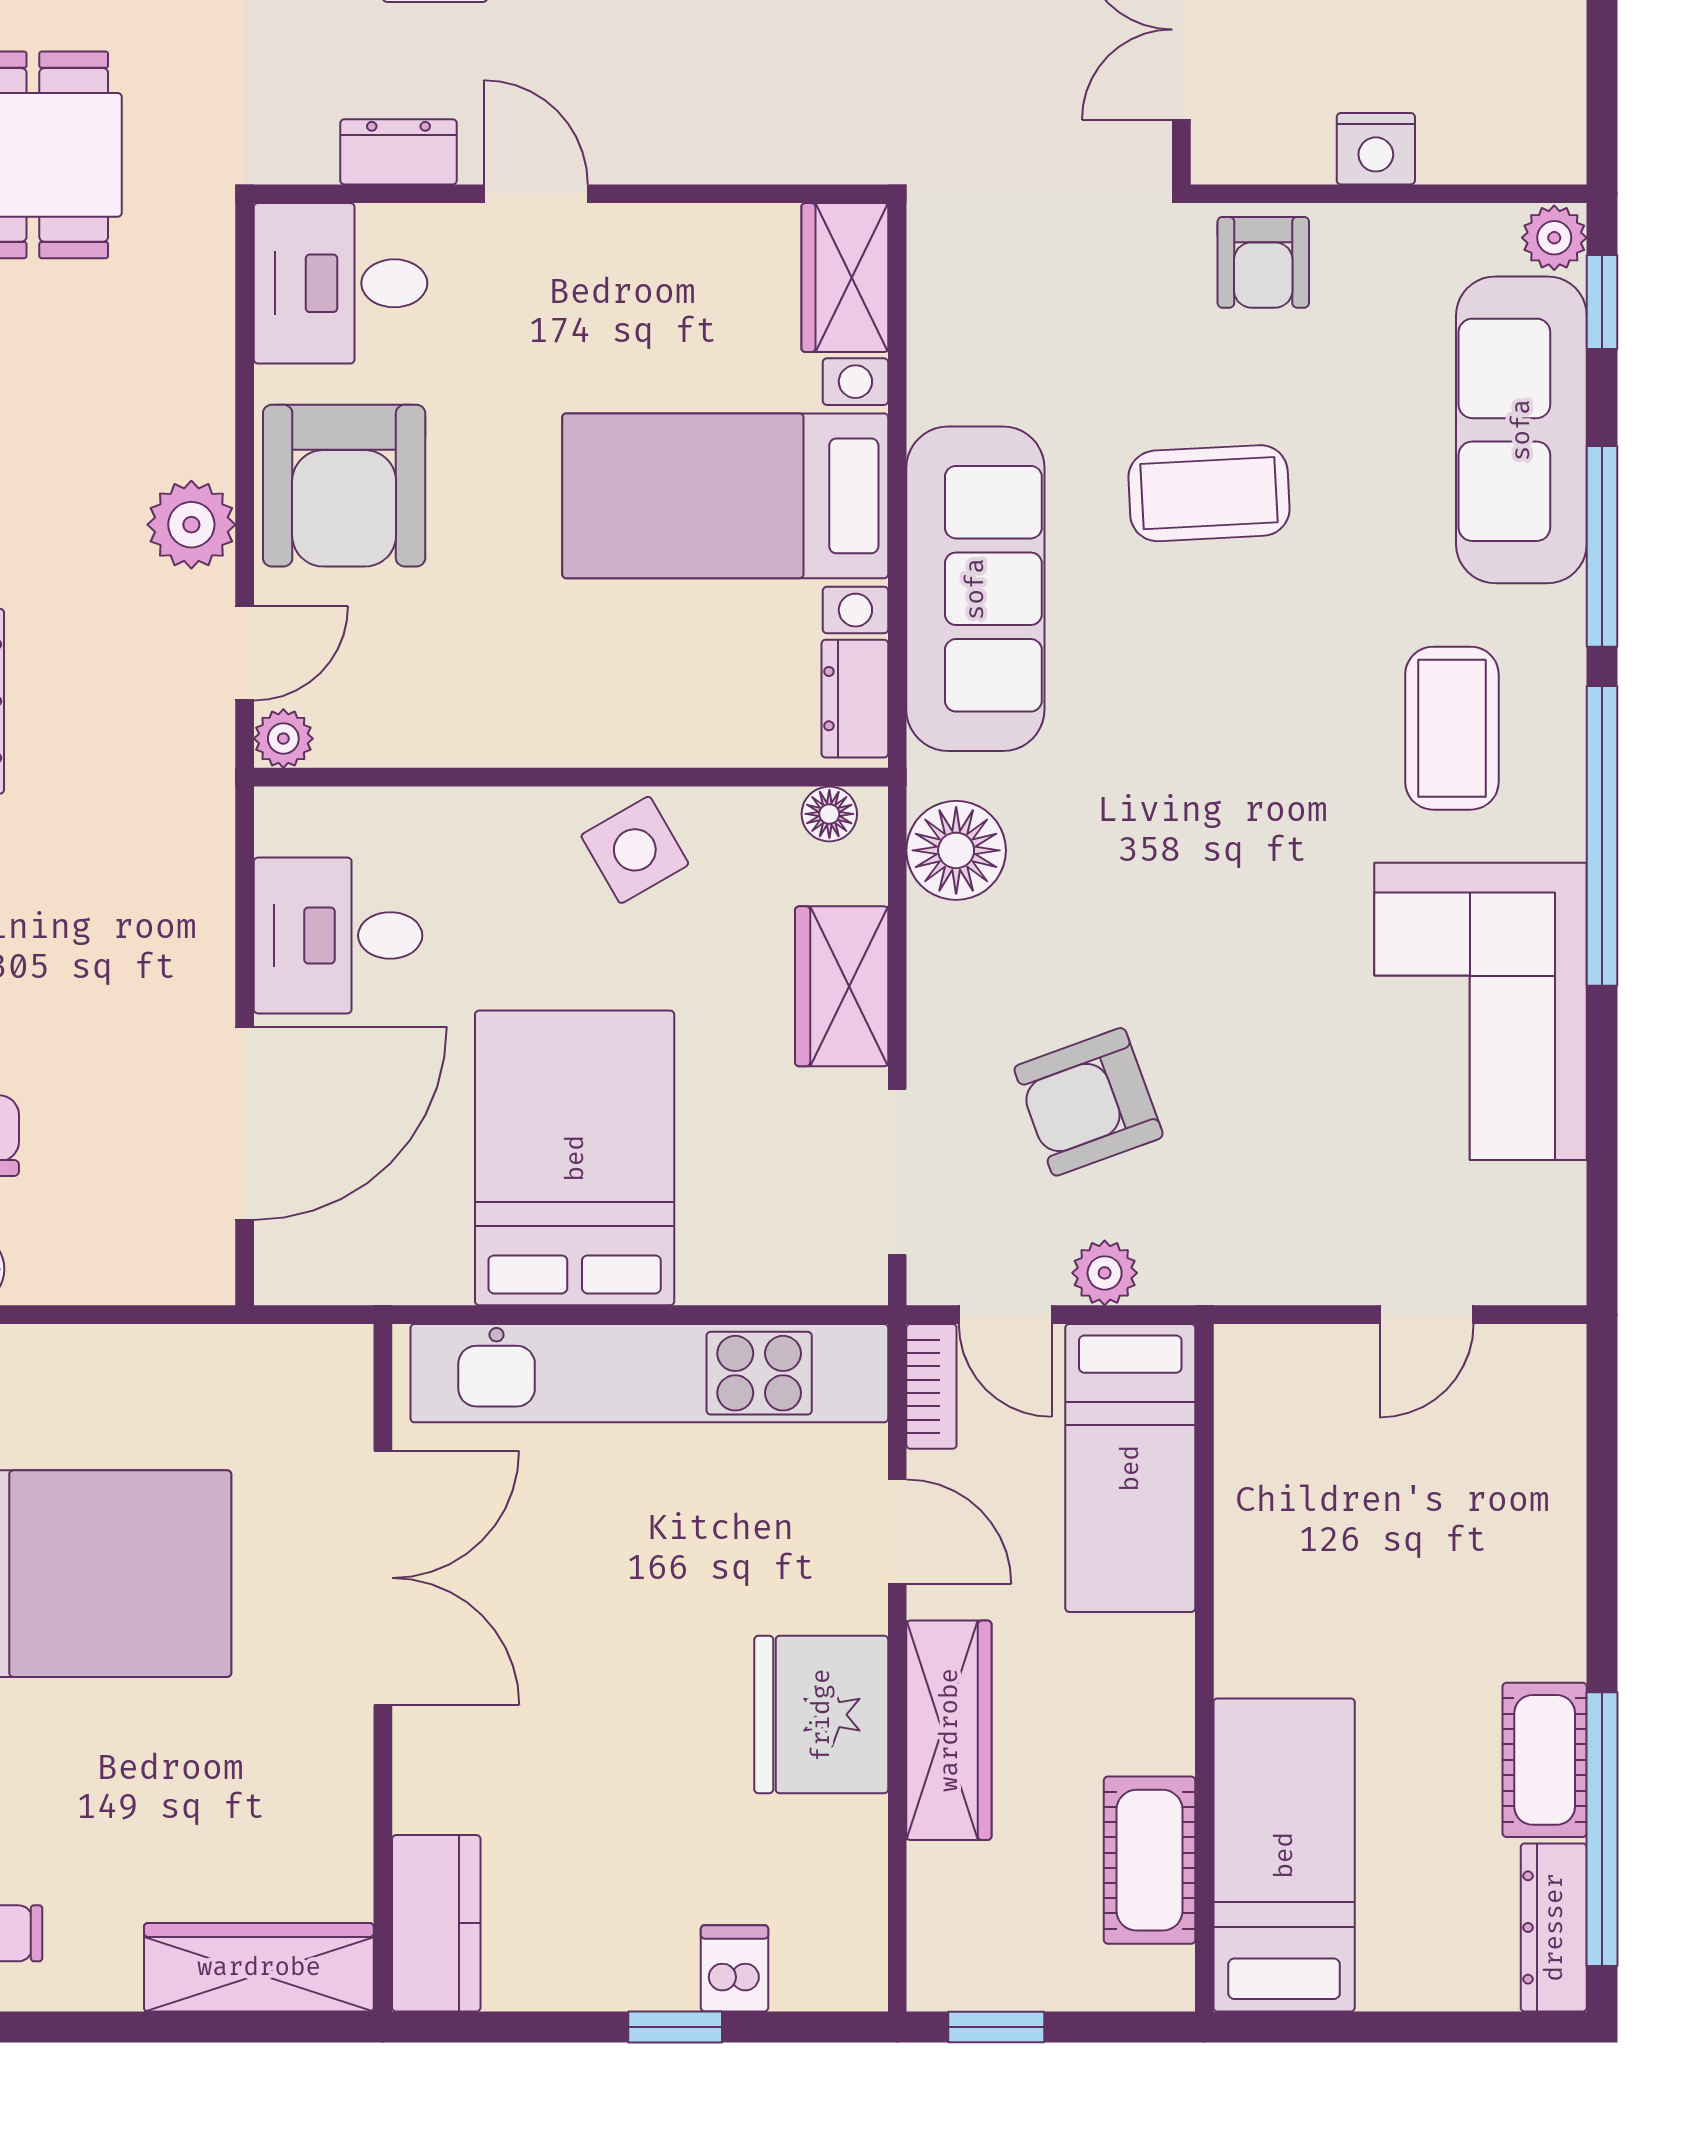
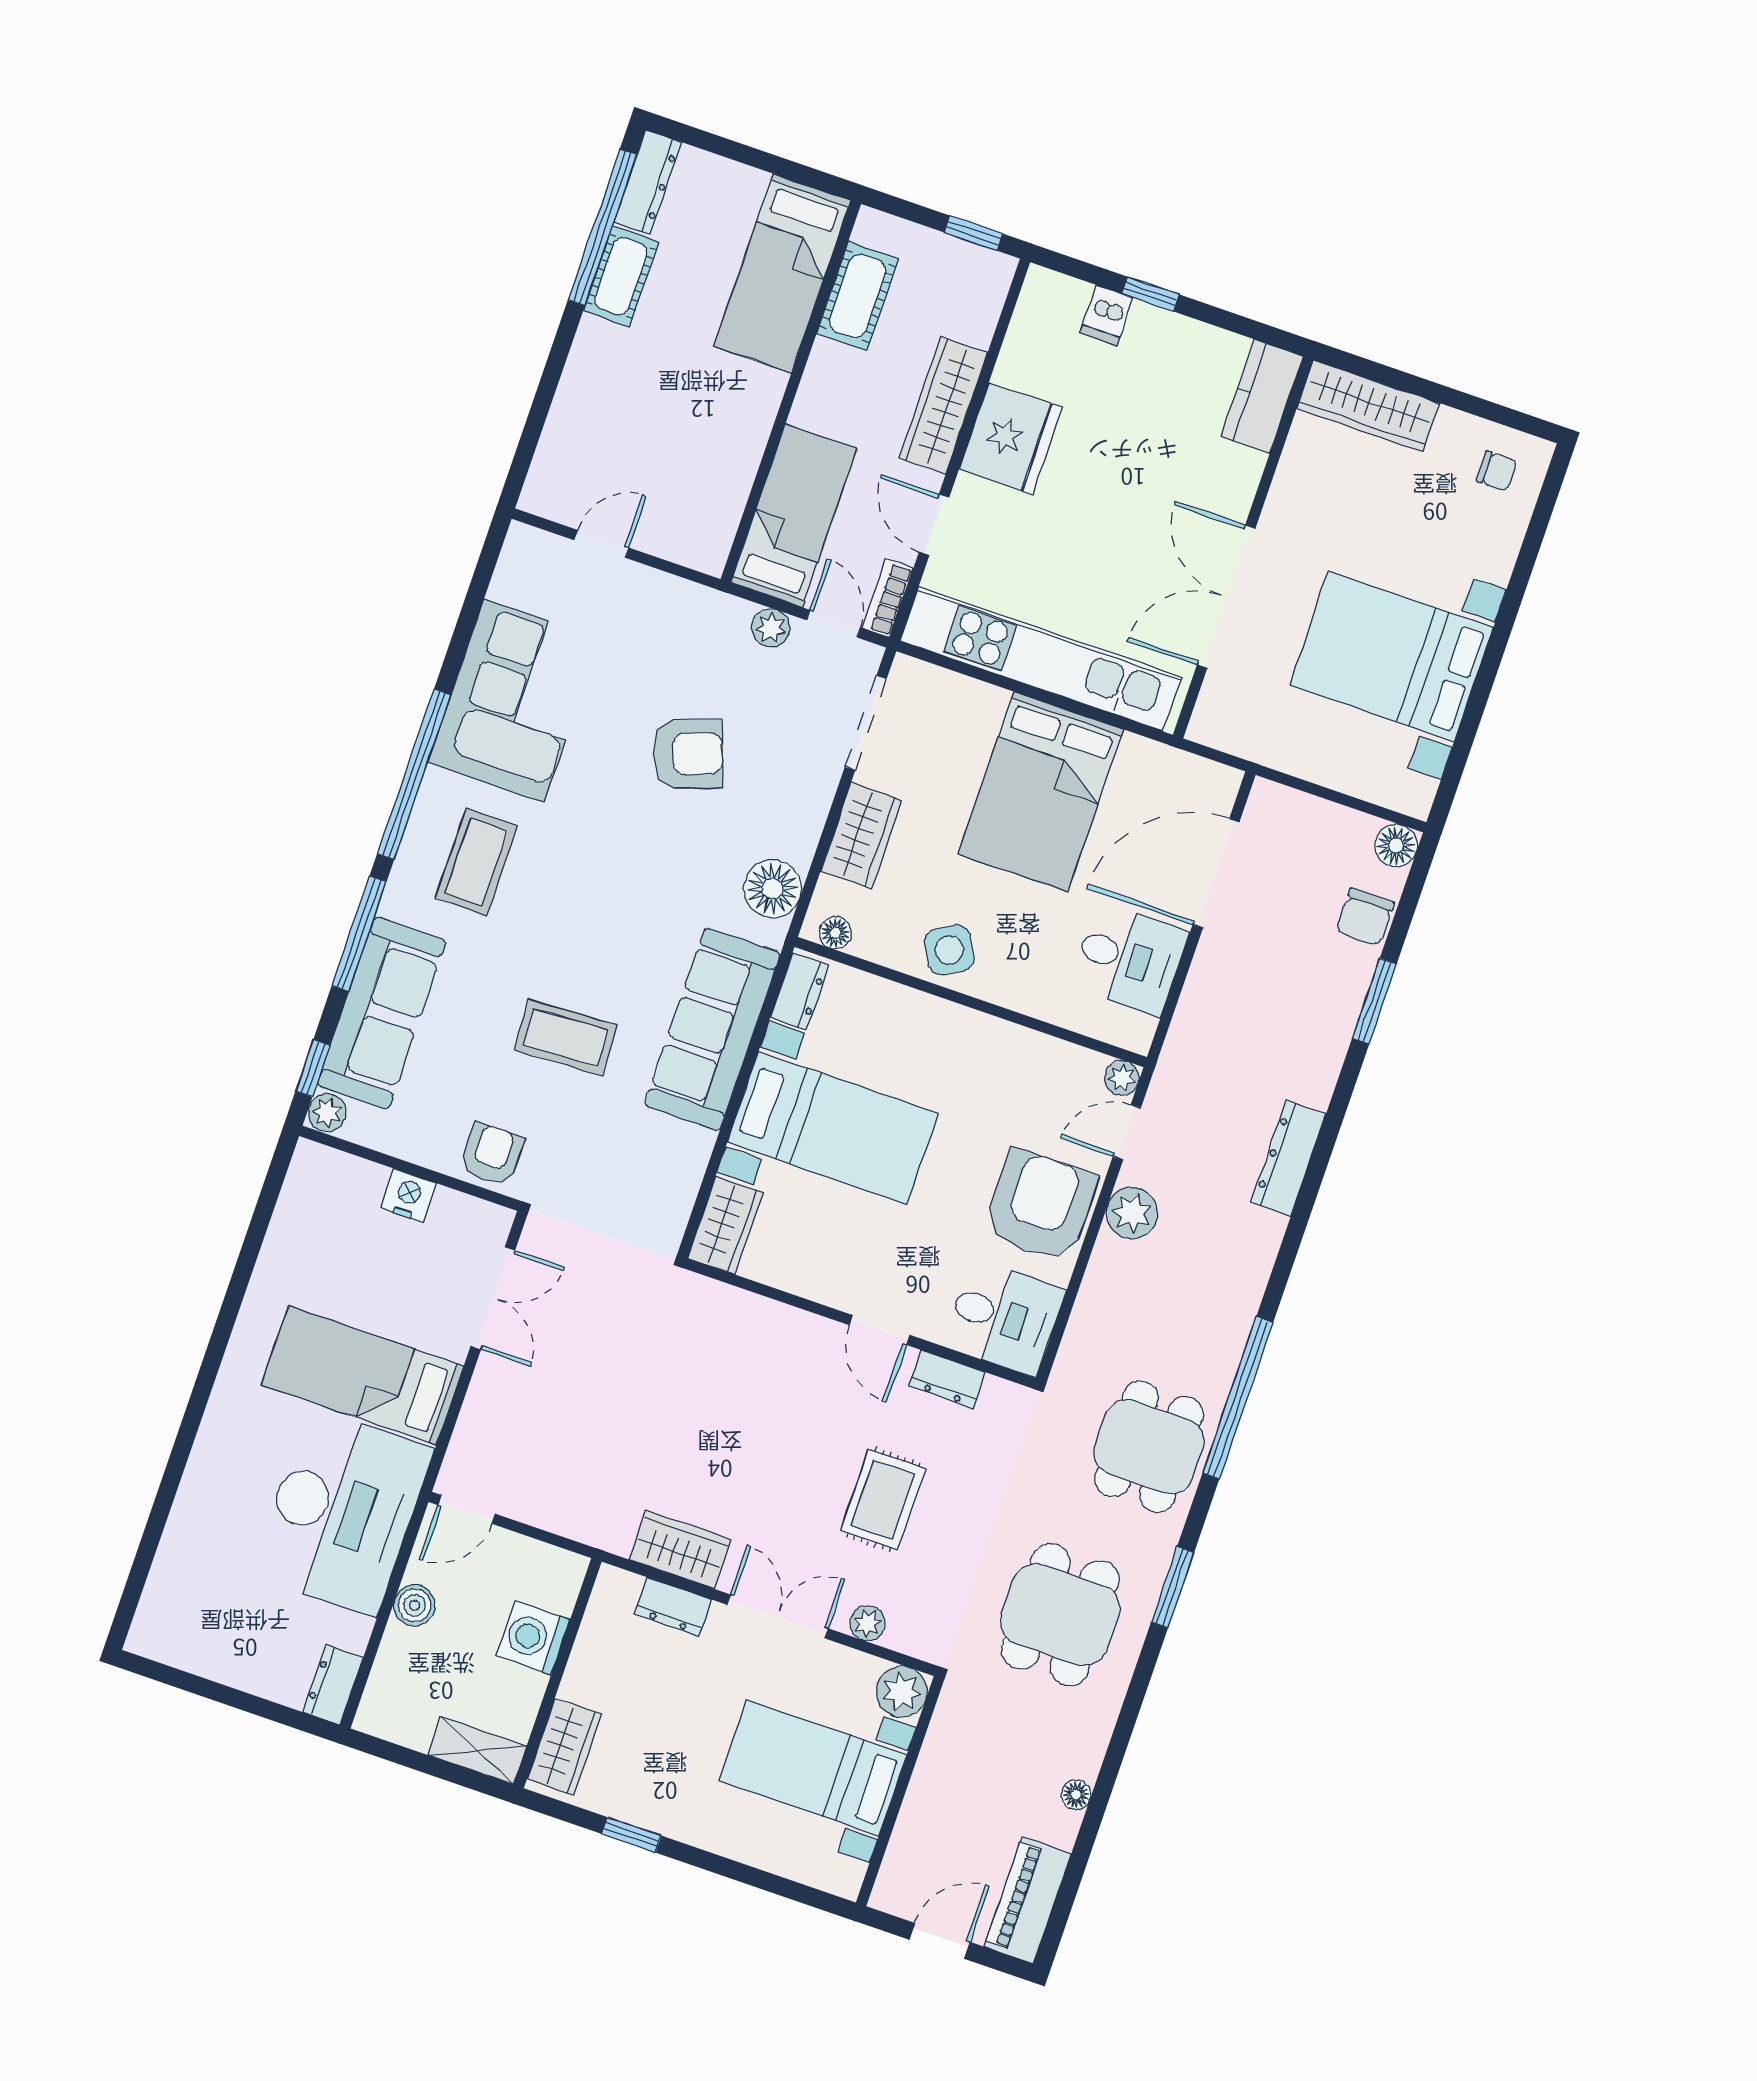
armchair: (1089, 1102) -> (688, 754), moved

